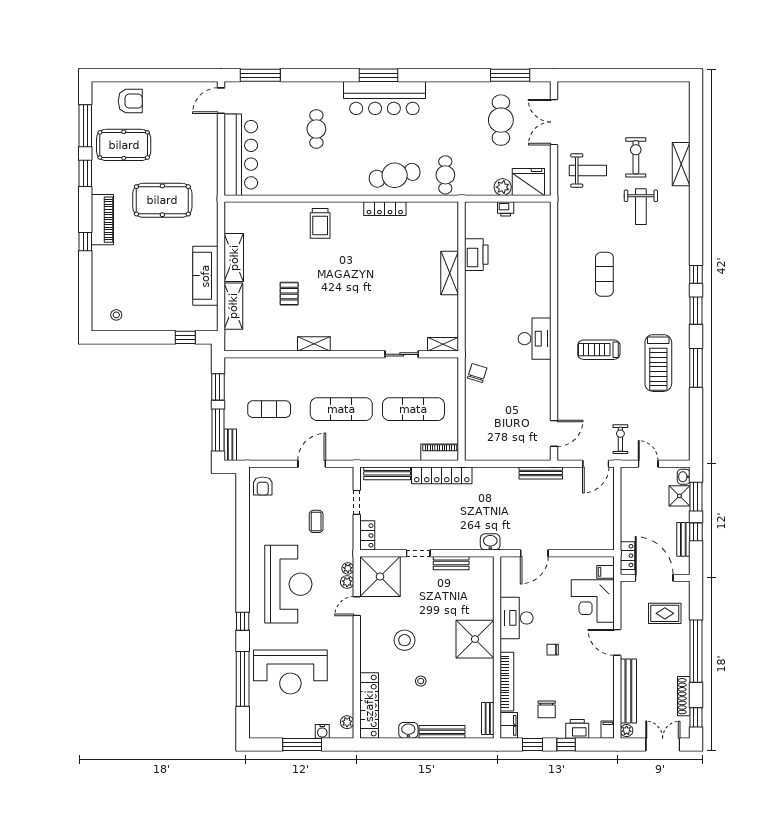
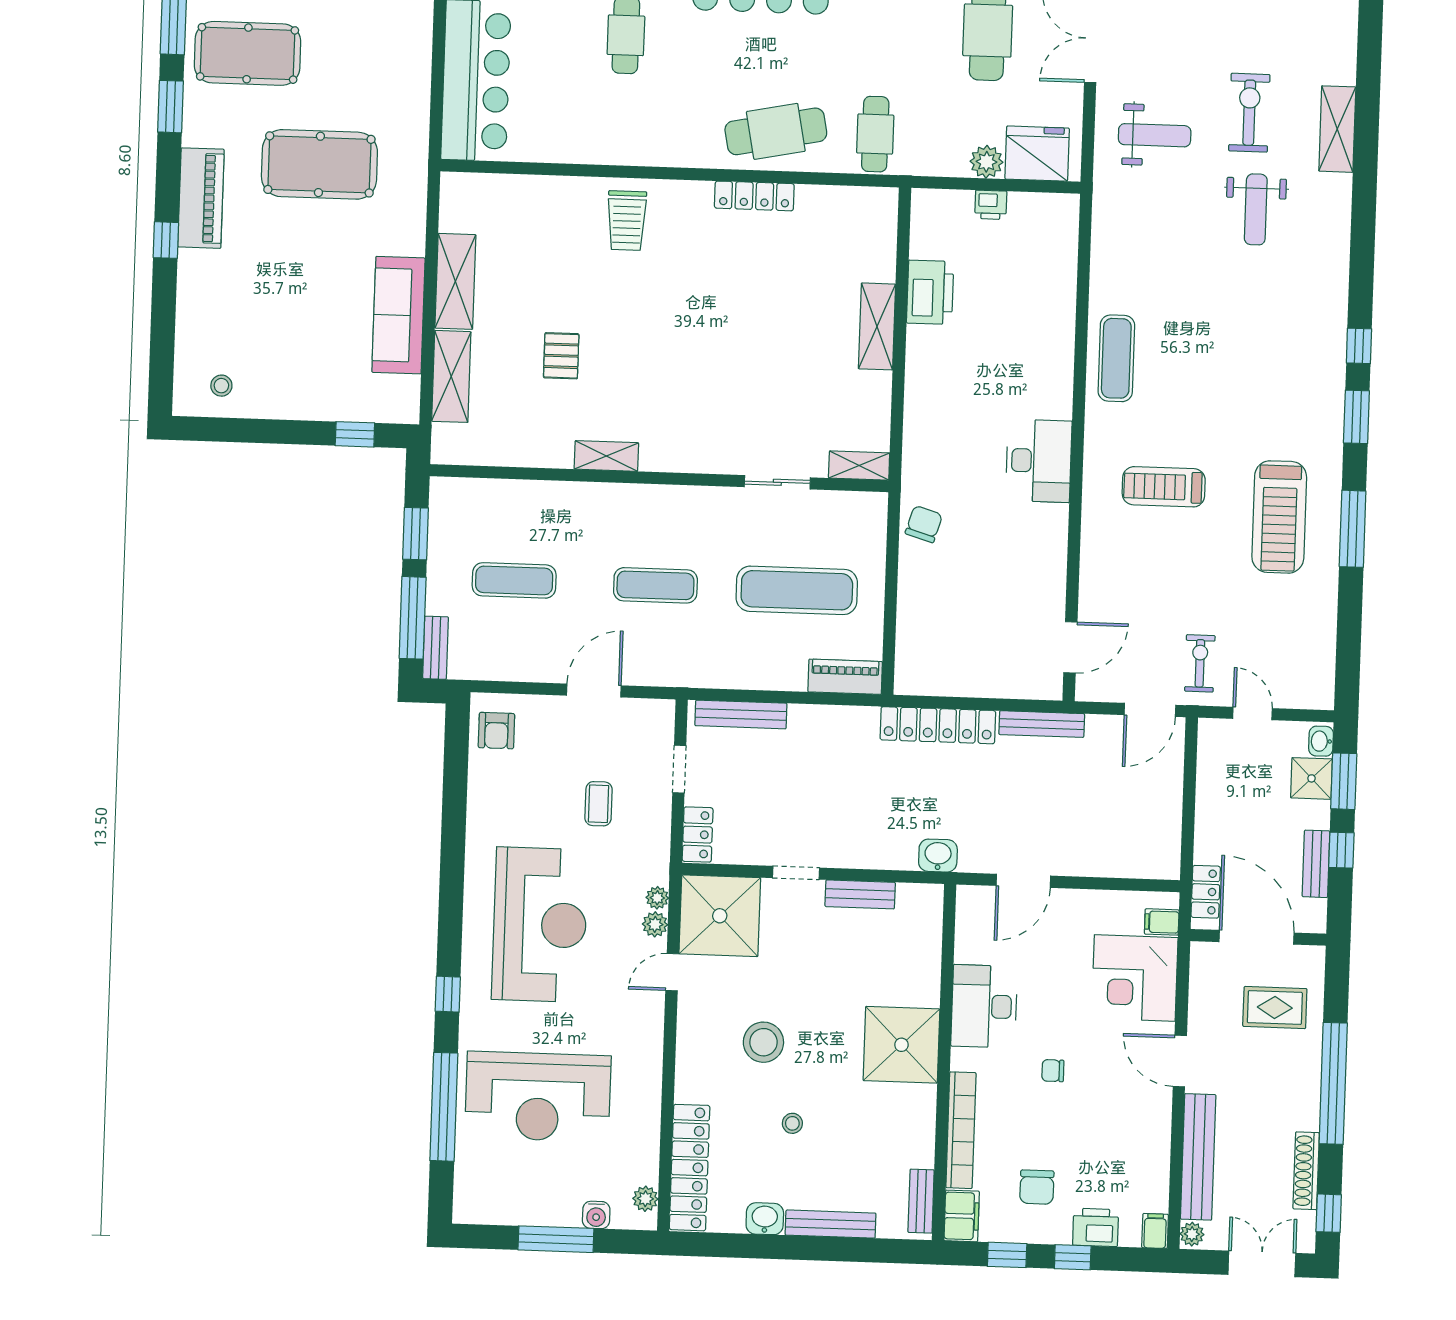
exercise mat: (604, 274) -> (1116, 358), moved
exercise mat: (341, 409) -> (655, 585), width x0.73, depth x0.69
locker: (442, 475) -> (938, 725), moved

